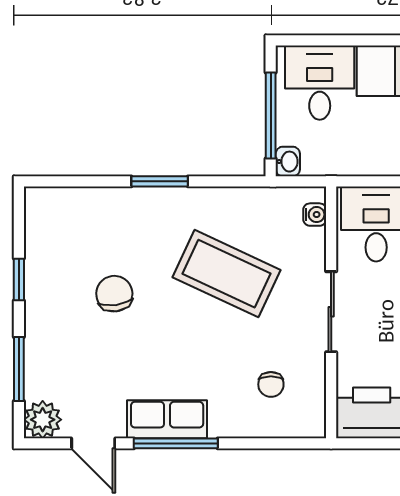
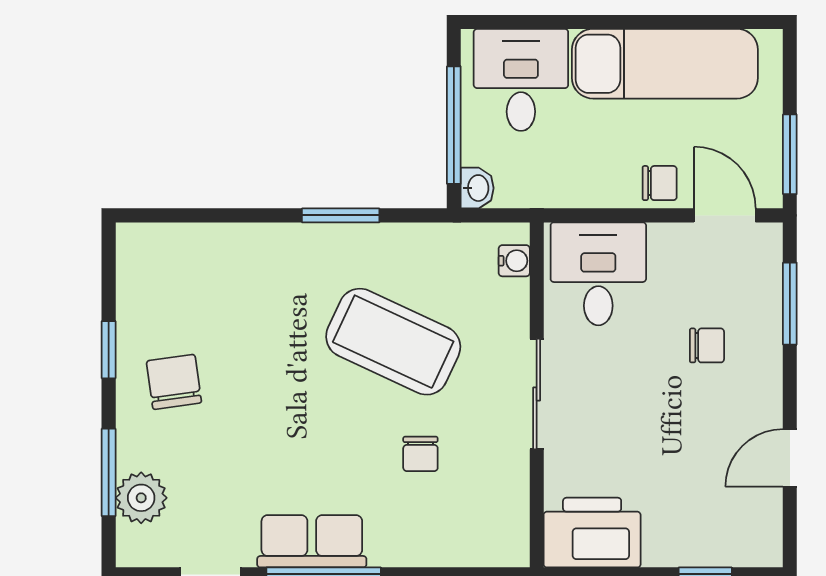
window: (160, 181) -> (341, 215), moved
chair: (114, 294) -> (174, 382), moved
chair: (271, 384) -> (420, 454), moved
plant: (43, 420) -> (141, 498), moved

